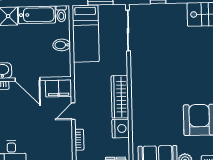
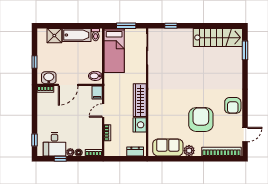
bidet: (62, 45) -> (95, 76), moved
door: (27, 79) -> (68, 85), hinge flipped
filing cabinet: (58, 88) -> (97, 93), width x0.50

